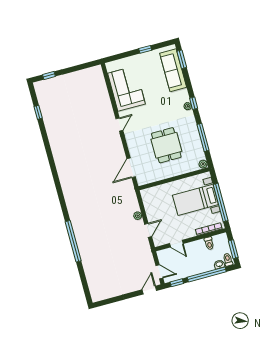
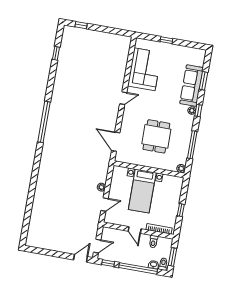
window: (145, 49) -> (166, 40), moved
window: (182, 59) -> (204, 81), moved
sofa: (173, 70) -> (192, 86), moved
door: (131, 168) -> (116, 142), hinge flipped
bed with nightstands: (195, 200) -> (142, 191), moved, turned -90
window: (221, 202) -> (181, 210), width x0.32
window: (73, 241) -> (44, 122), moved
door: (176, 244) -> (135, 230), moved
door: (159, 272) -> (97, 246), hinge flipped

